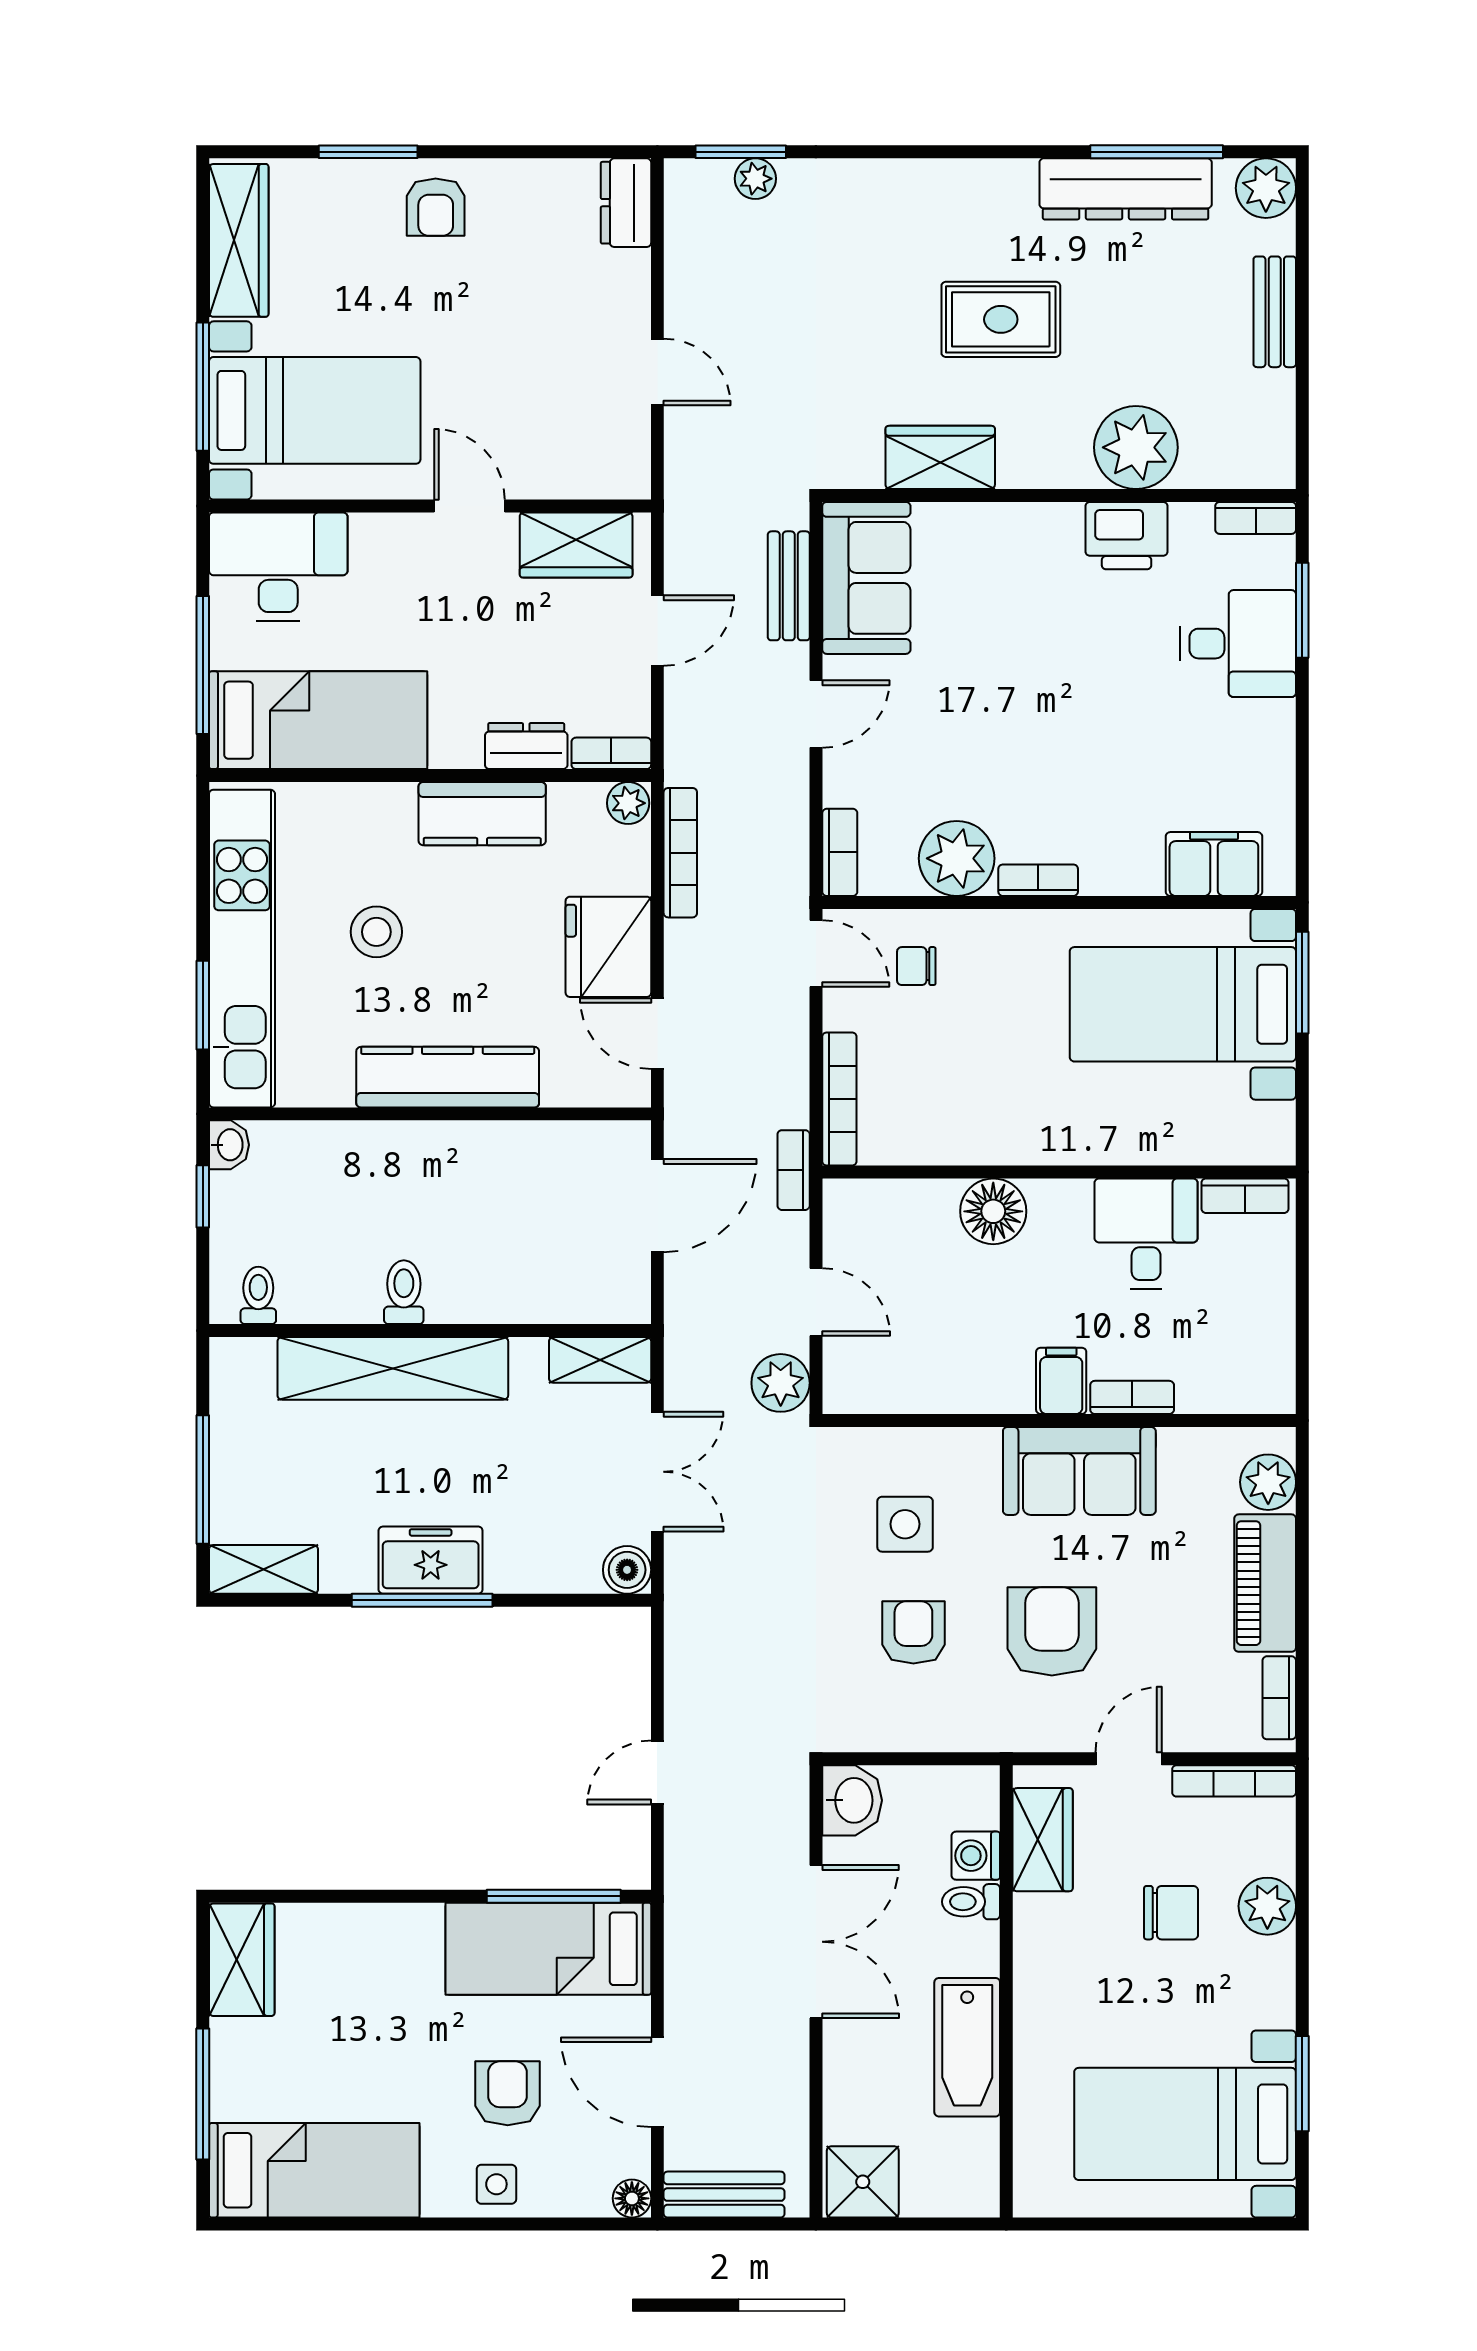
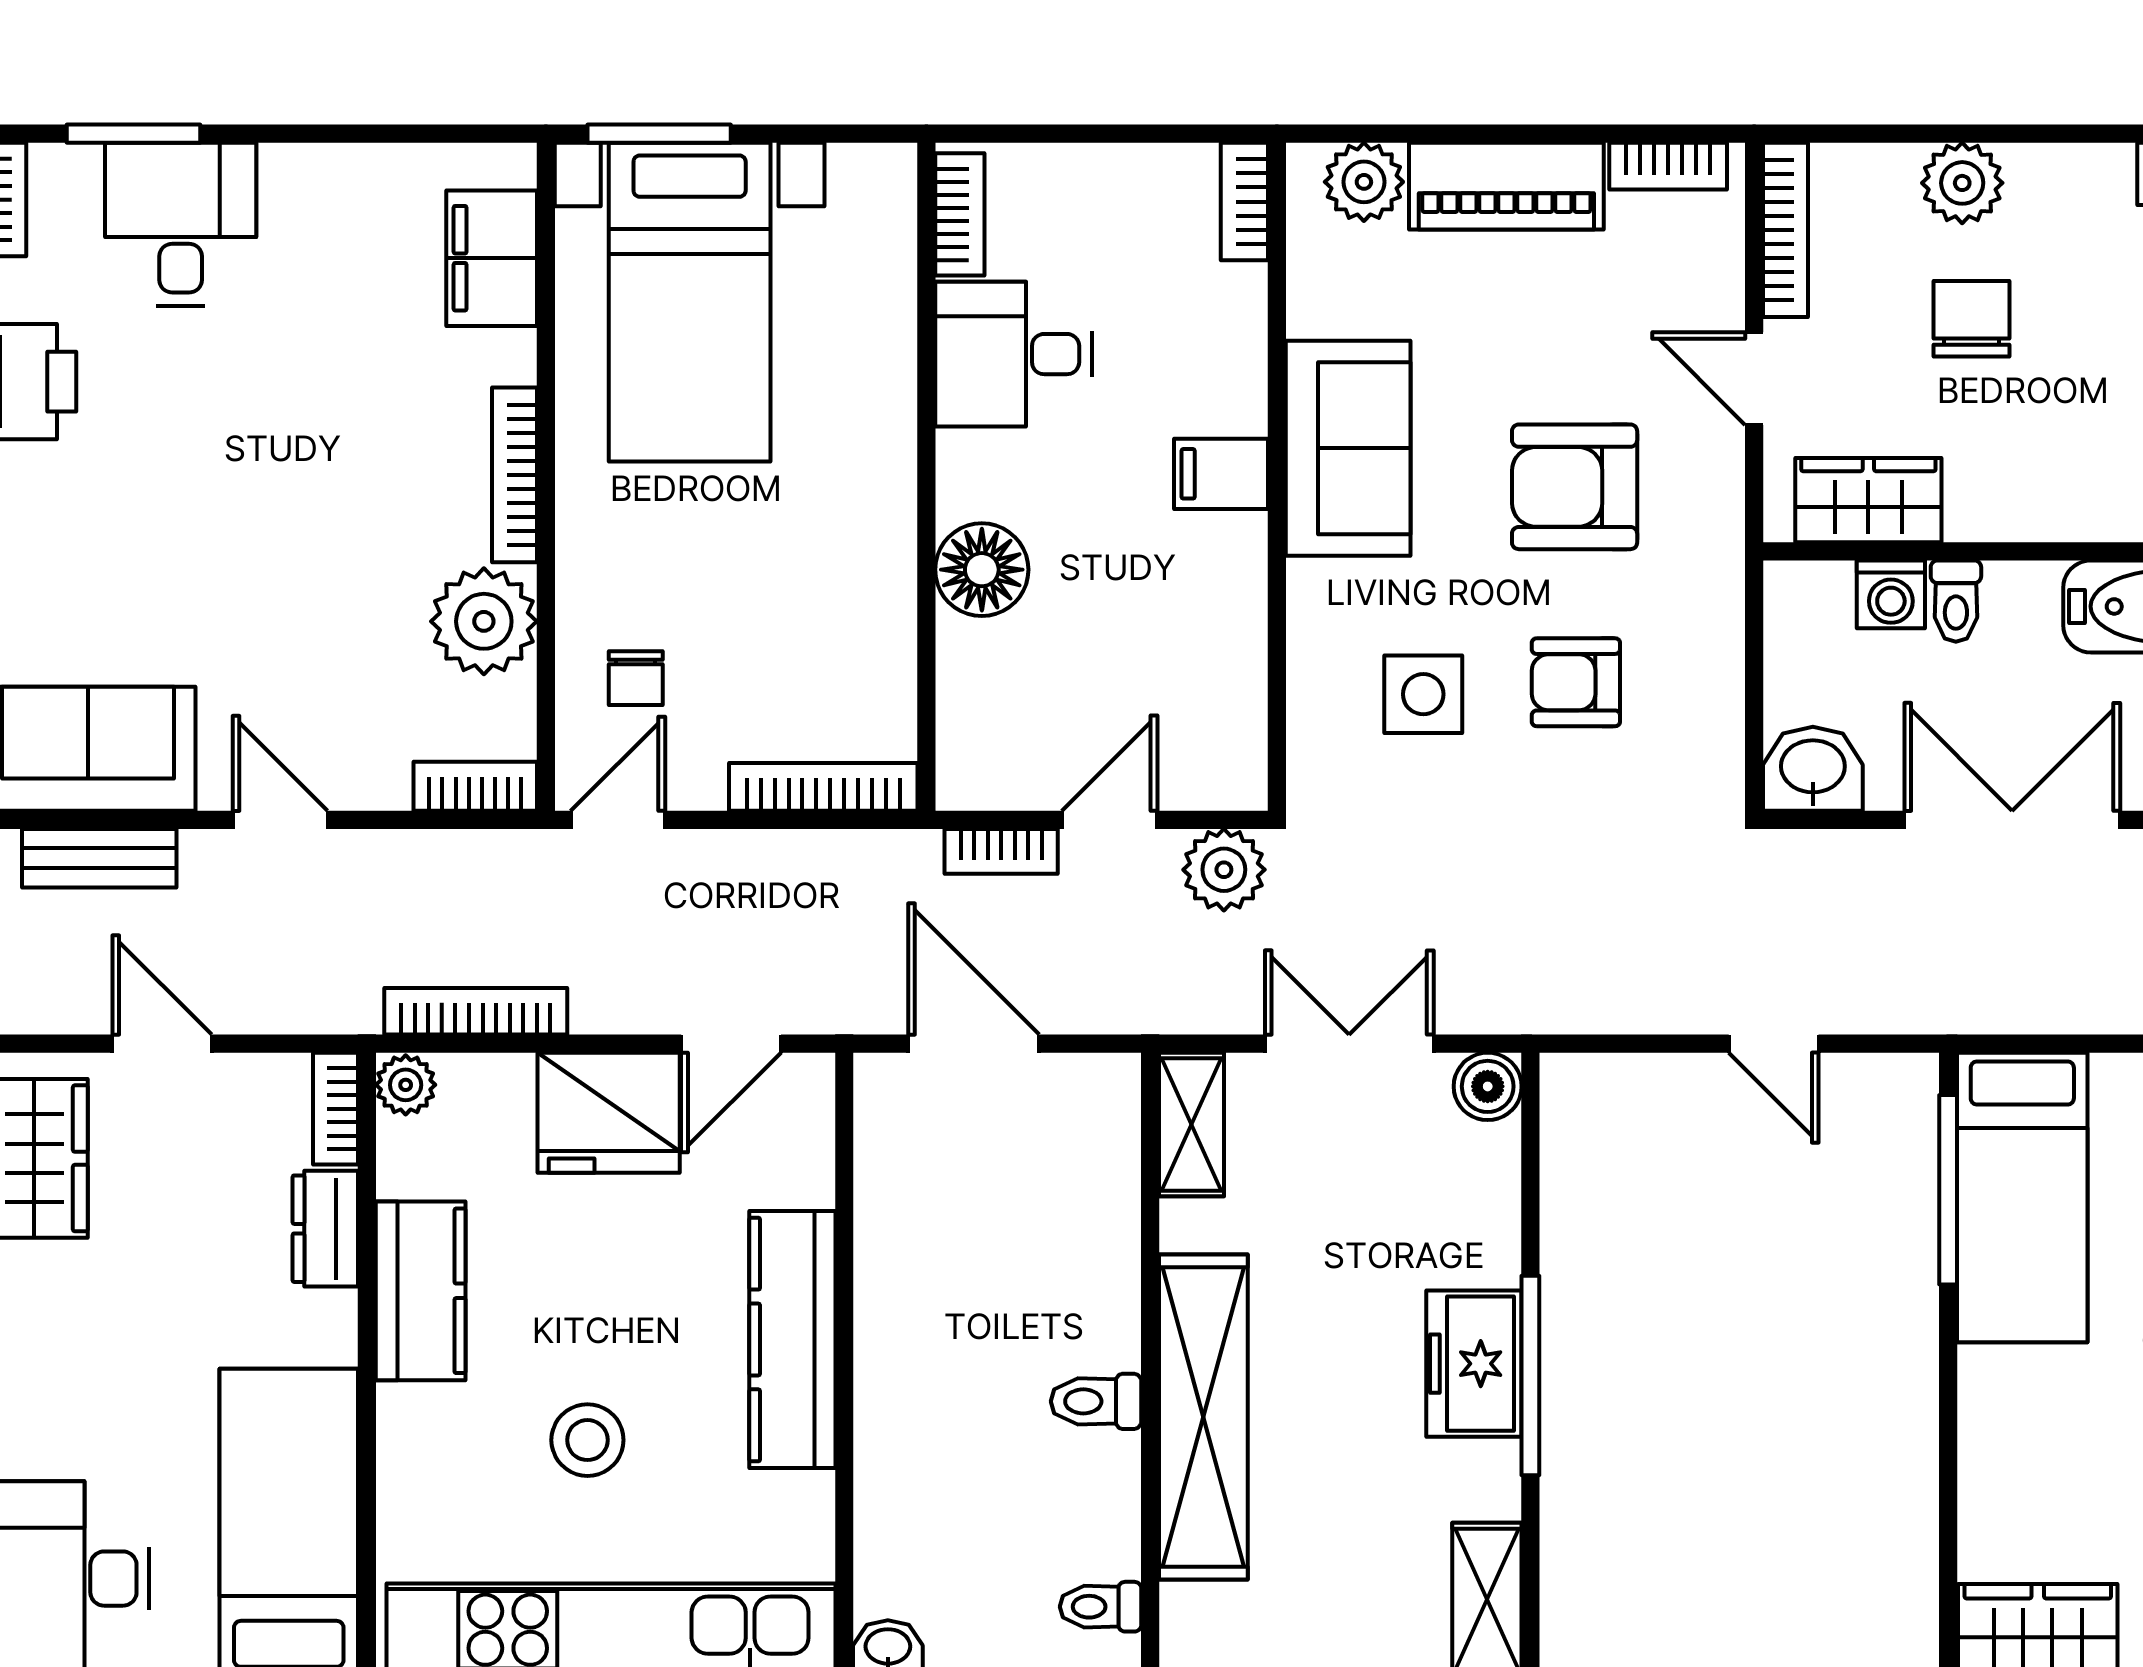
bookcase: (1038, 880) -> (515, 475), width x1.56
bookcase: (794, 1170) -> (1001, 851), moved
bookcase: (1132, 1397) -> (1244, 202), moved

